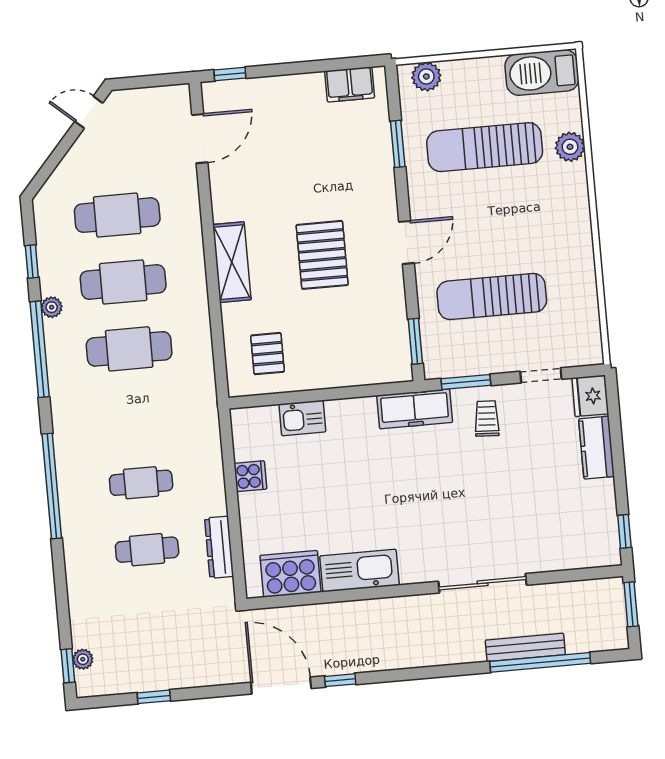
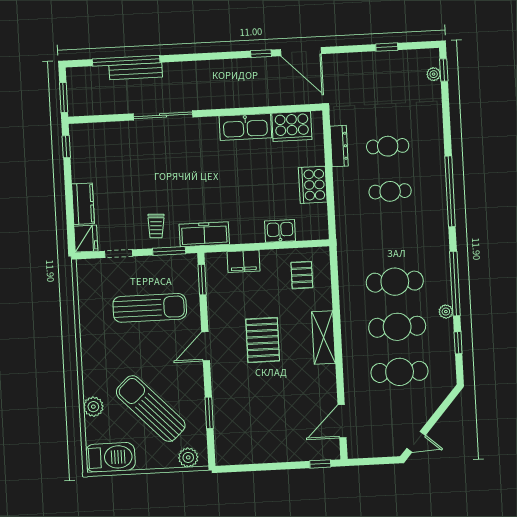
filing cabinet: (350, 84) -> (243, 261), moved, turned 180
sun lounger: (485, 147) -> (151, 409), turned -134
cooker: (250, 476) -> (313, 185), width x1.87, depth x1.31

